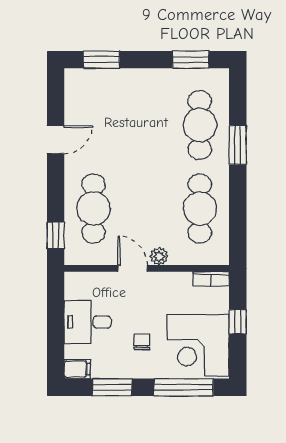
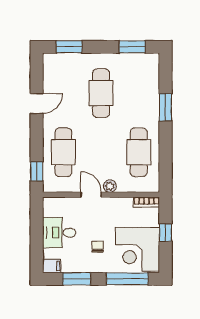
cafe table: (200, 125) -> (101, 93), moved

